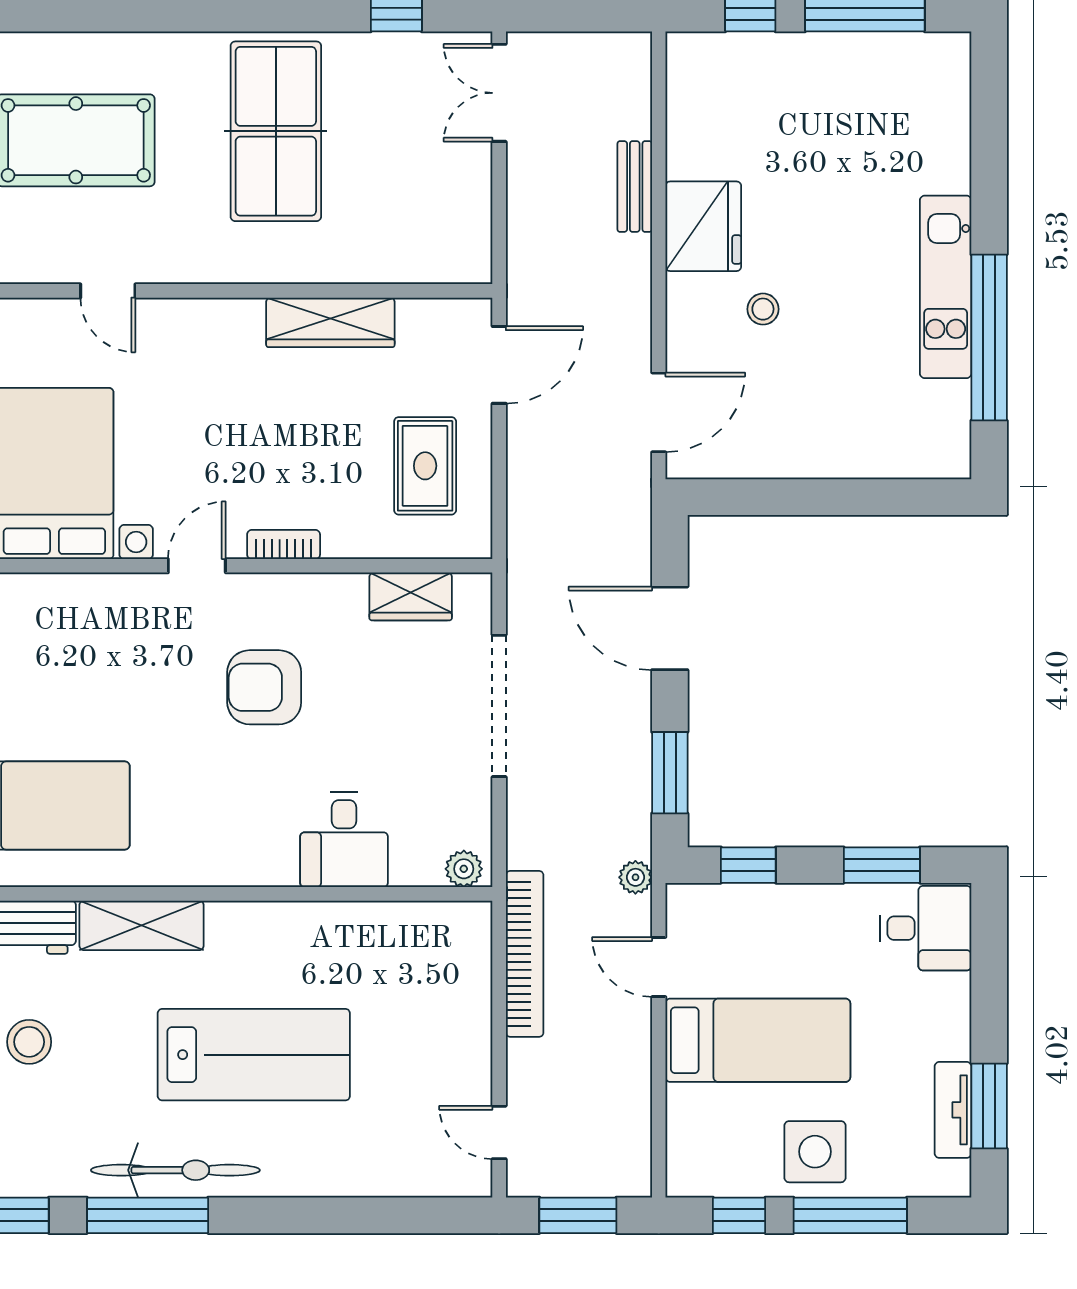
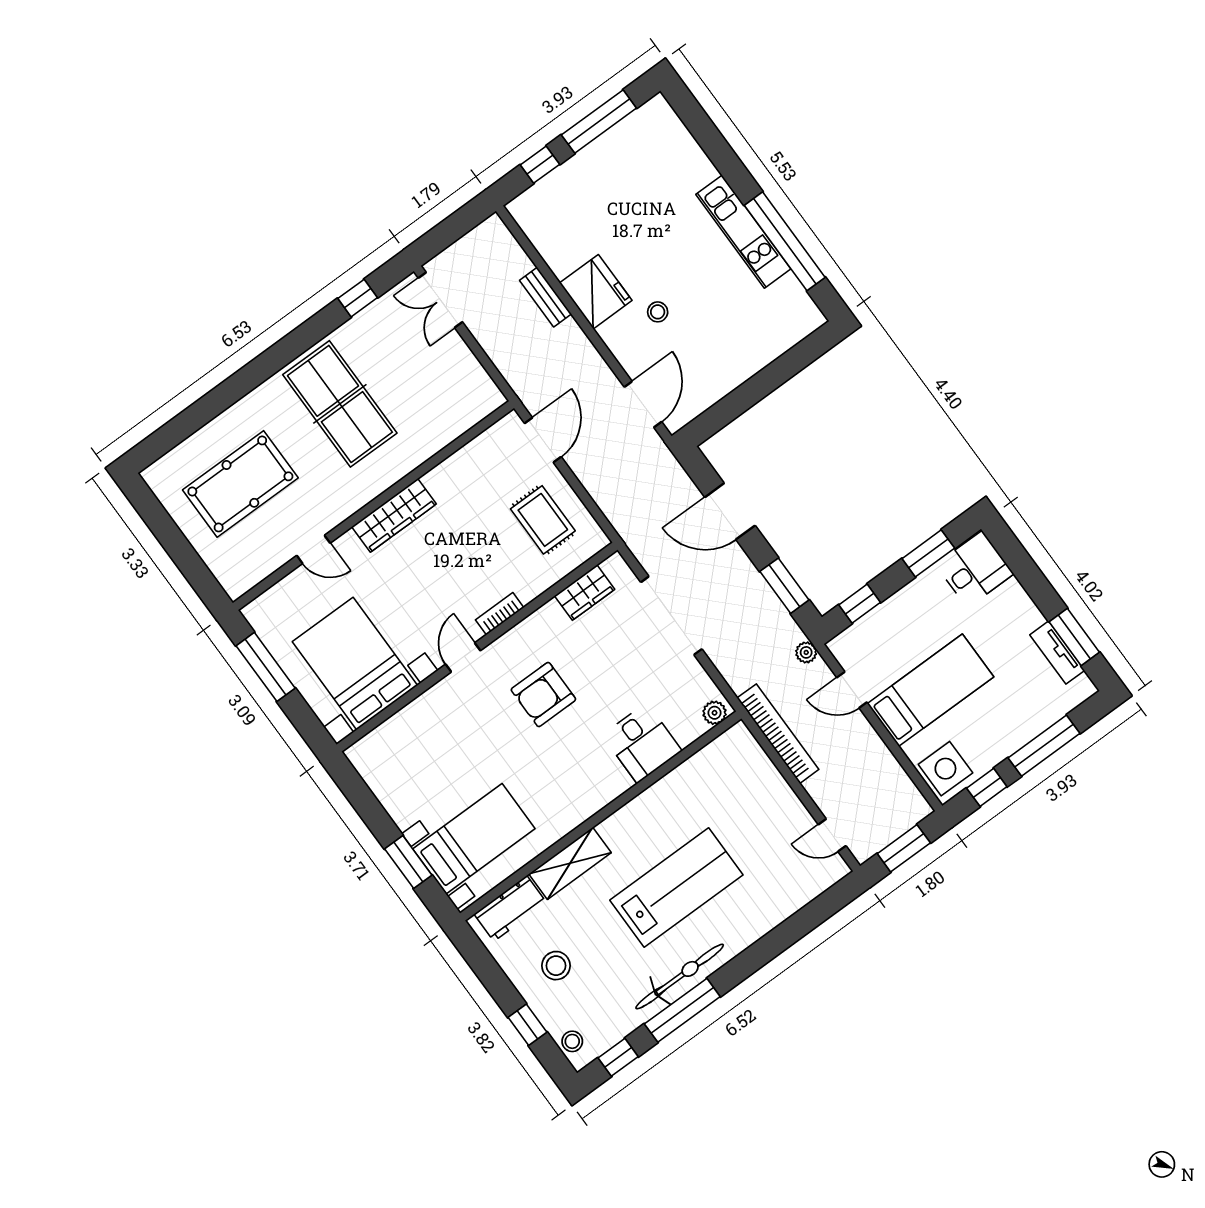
wardrobe: (330, 322) -> (394, 515), moved
side table: (815, 1152) -> (945, 769), moved

